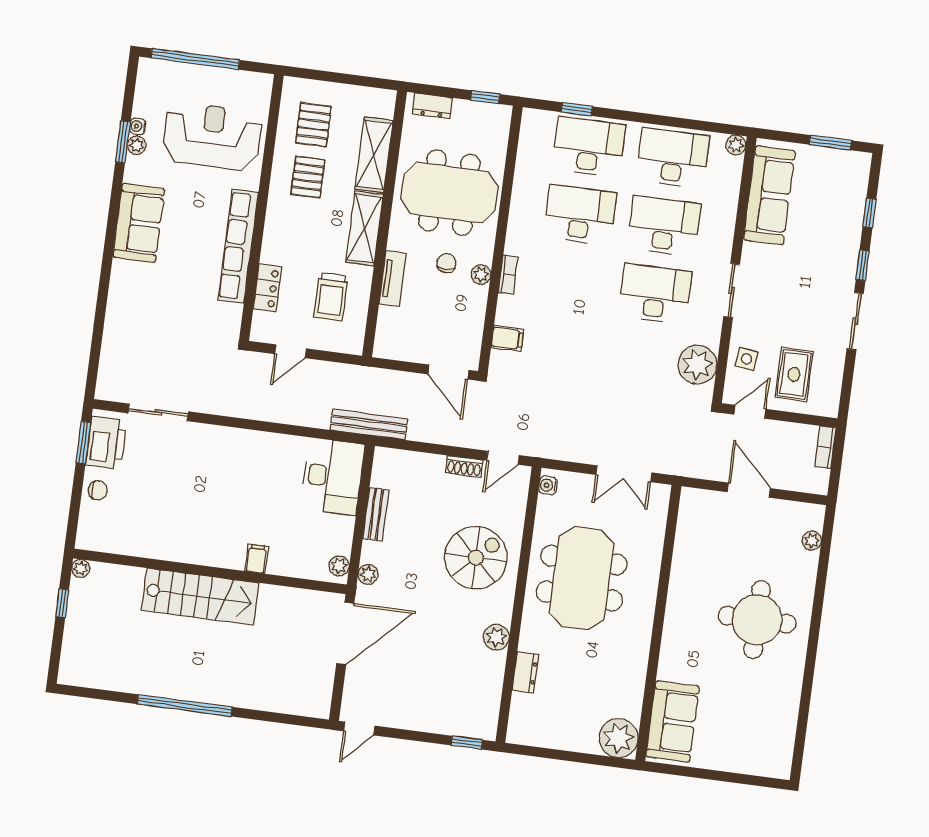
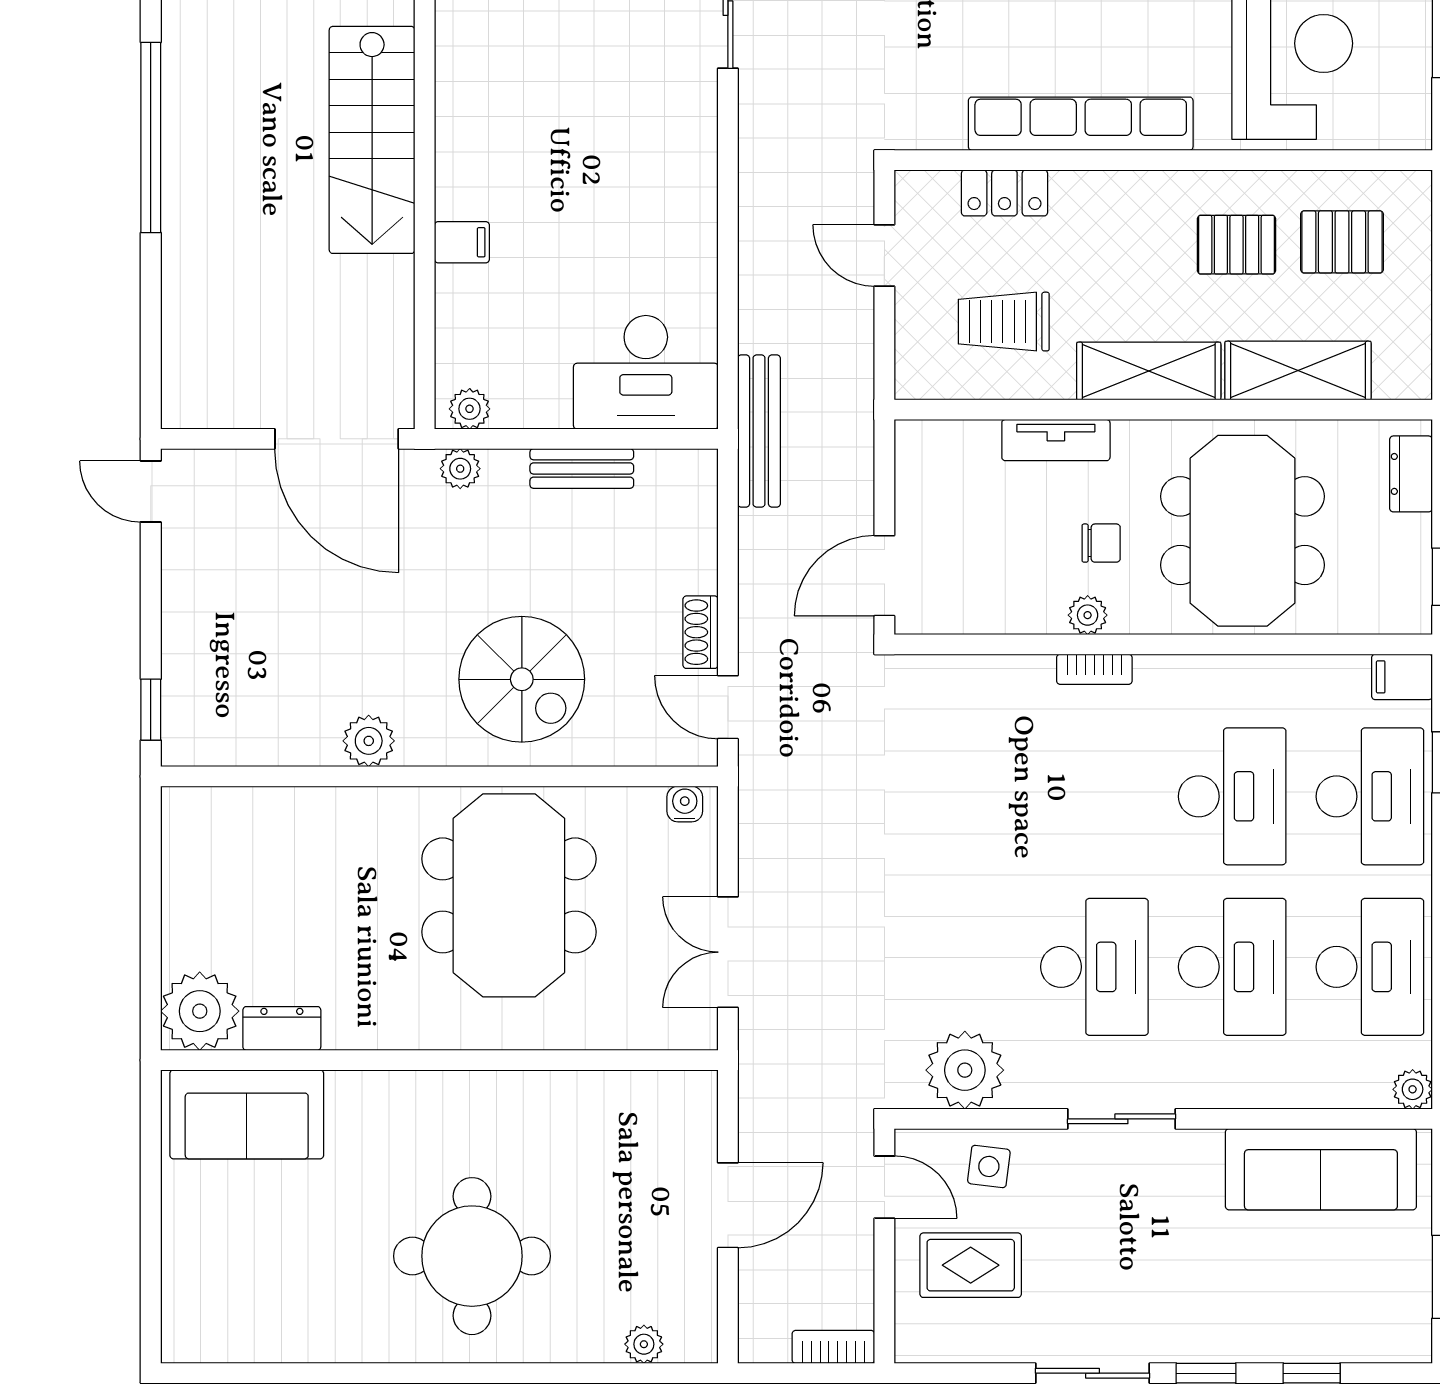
filing cabinet: (507, 338) -> (1402, 677), moved, turned 90
meeting table: (582, 578) -> (509, 895), turned 90
dresser: (525, 672) -> (282, 1028), moved, turned 180

